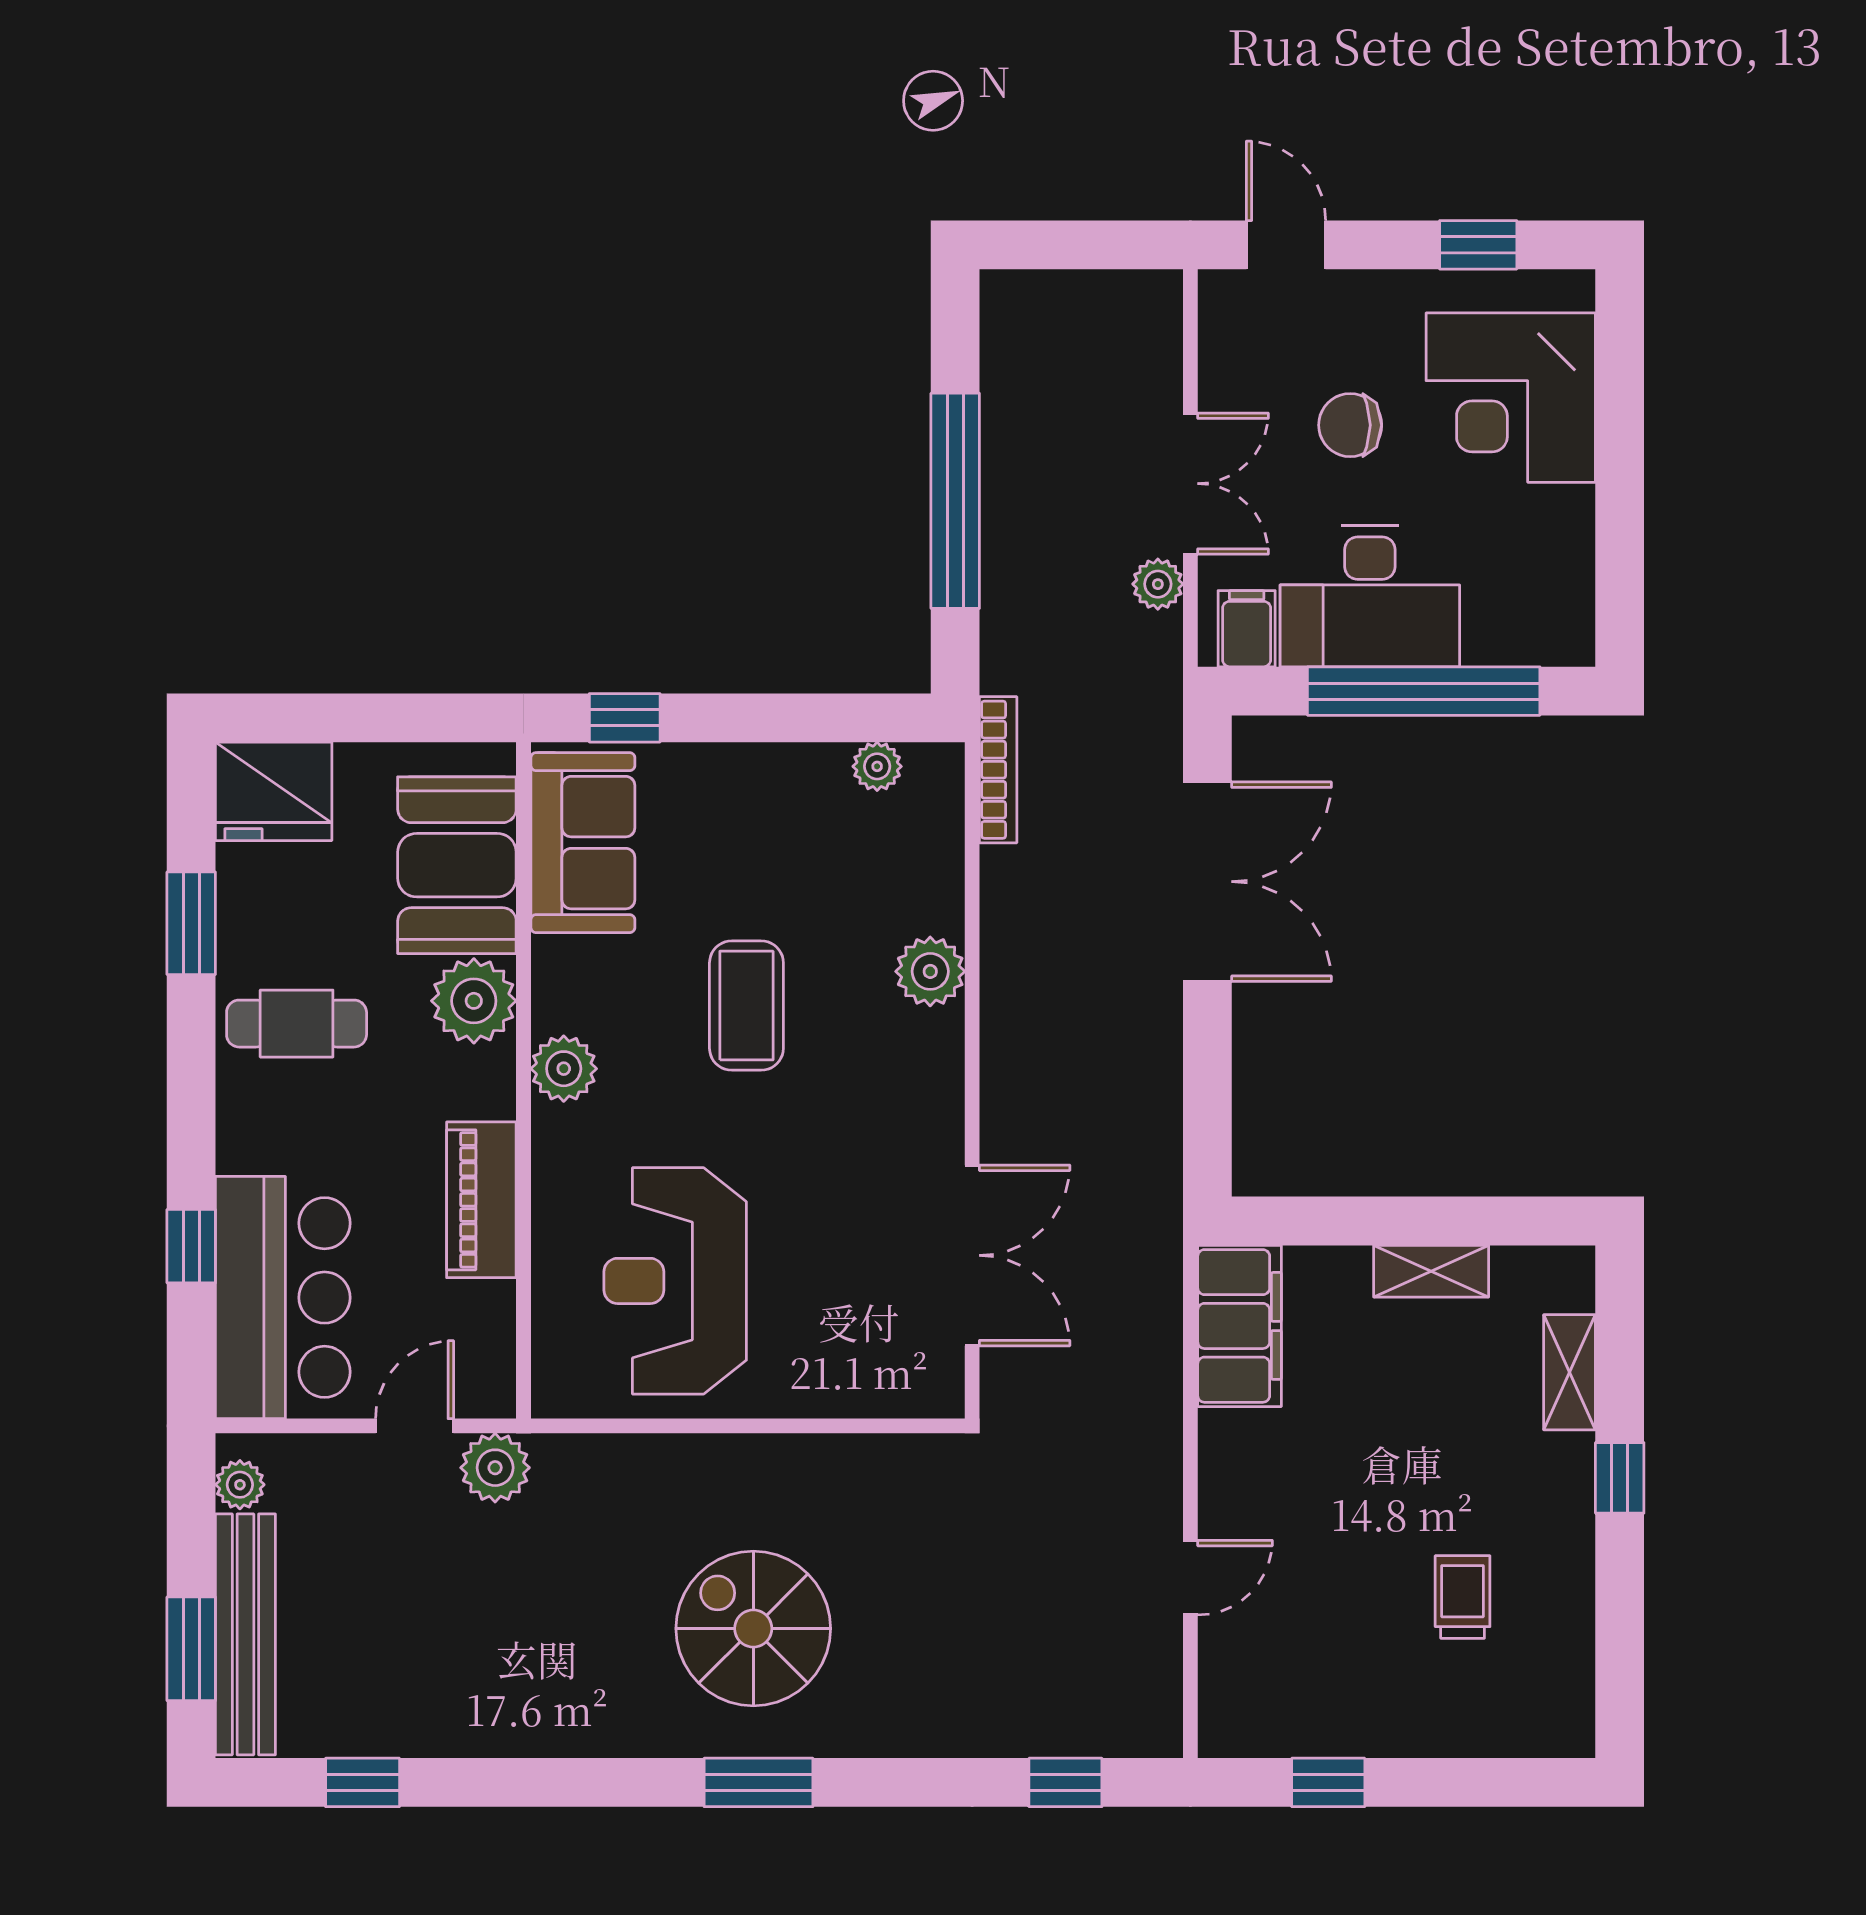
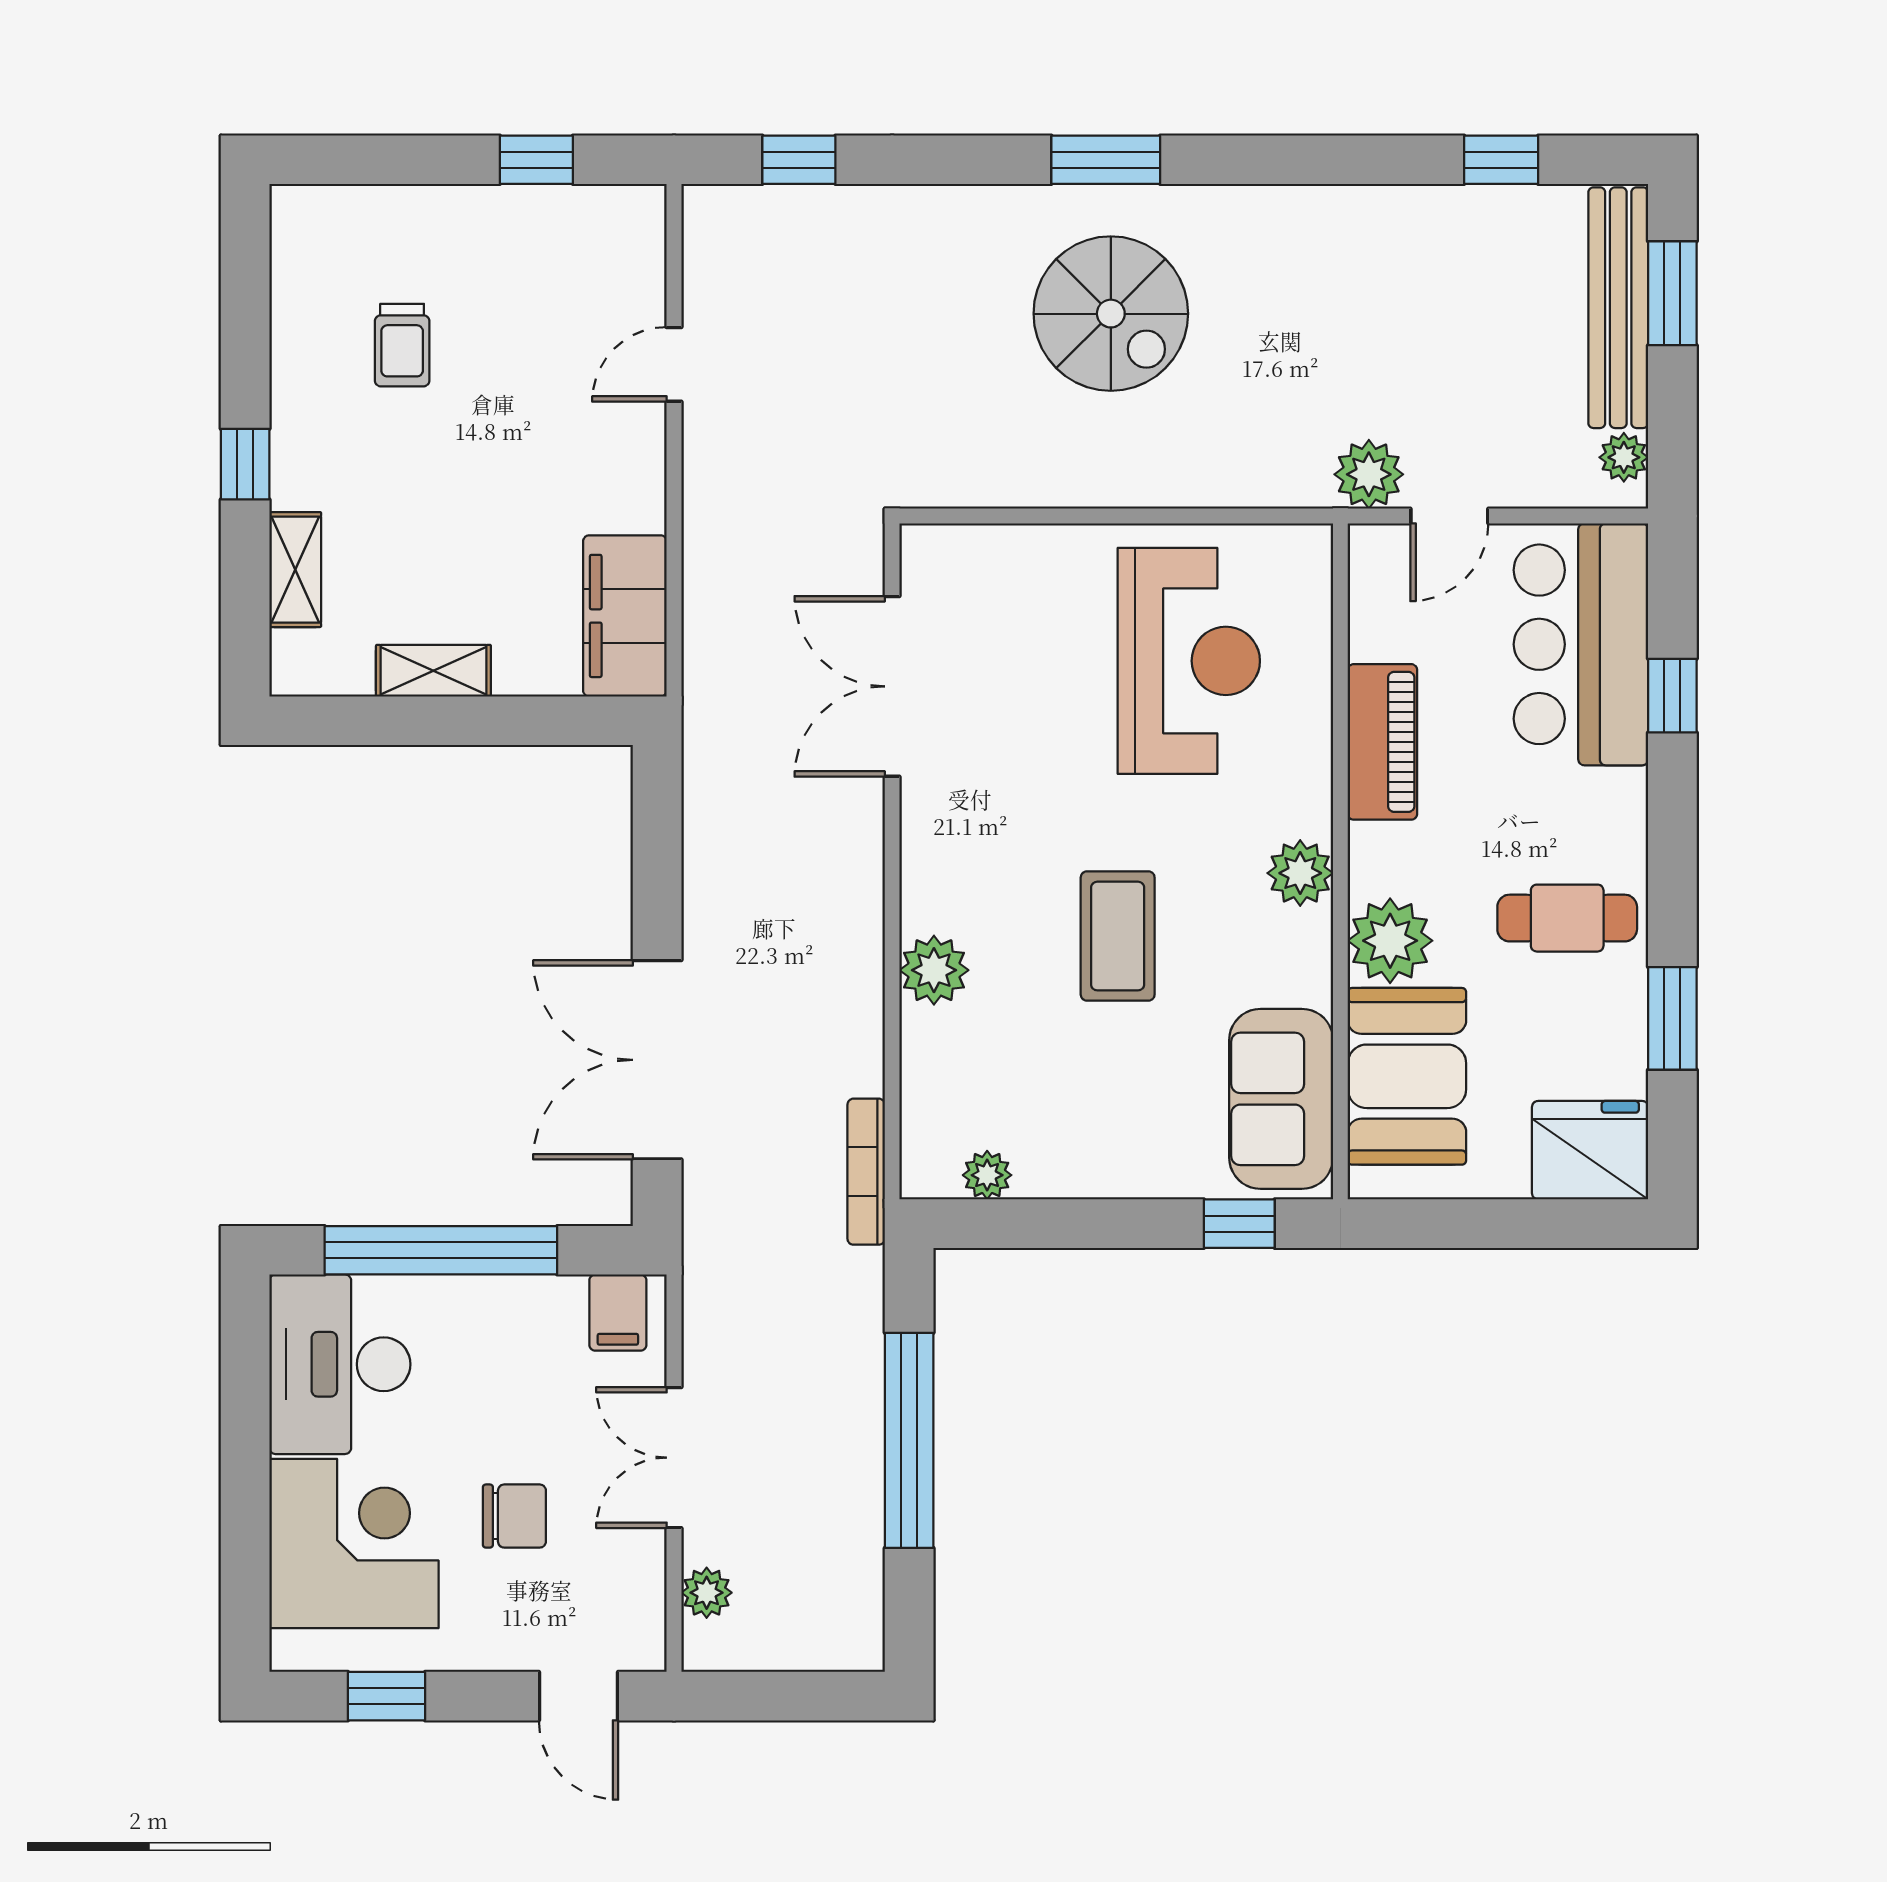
plant: (1158, 584) -> (707, 1593), moved
desk: (1370, 596) -> (340, 1364), moved, turned -90

